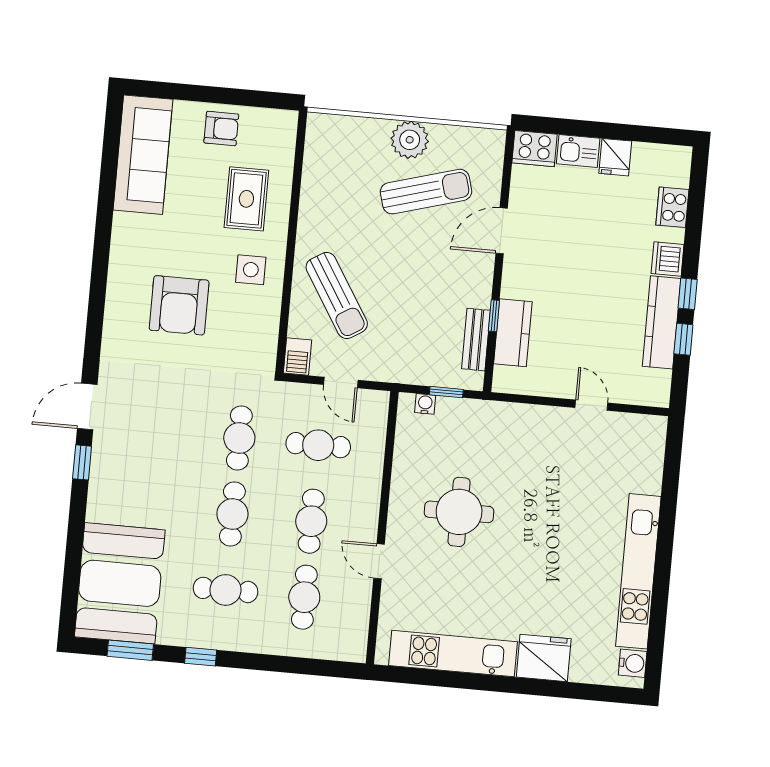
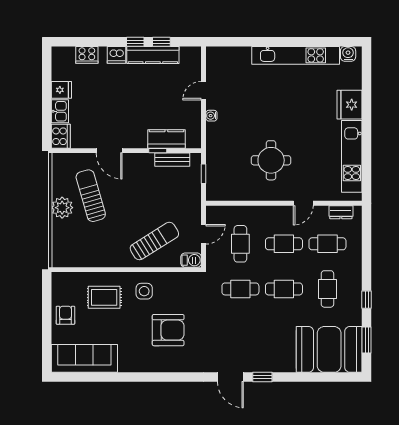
water cooler: (425, 404) -> (211, 116), moved
dresser: (357, 626) -> (341, 212), added

